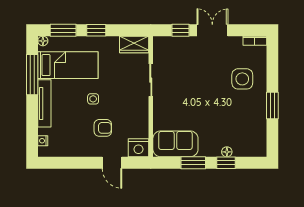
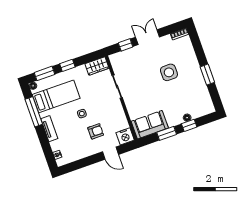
side table: (242, 79) -> (169, 72), moved
tv unit: (44, 103) -> (49, 129), width x0.71

